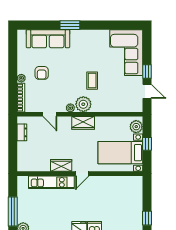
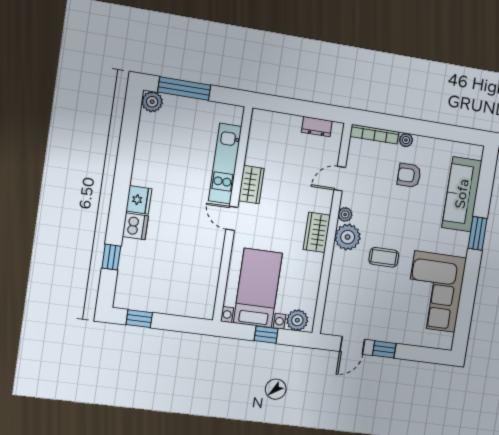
corner sofa: (126, 53) -> (435, 292), moved, turned -90

